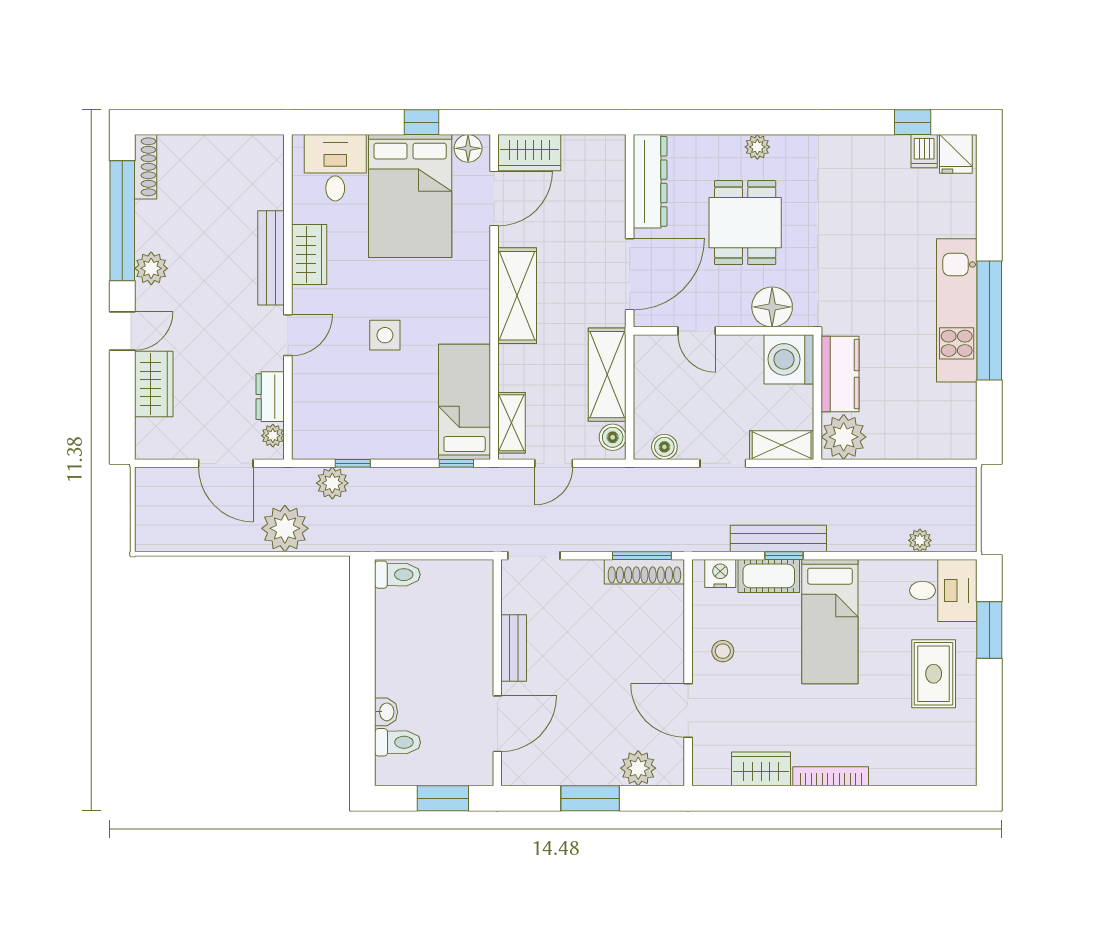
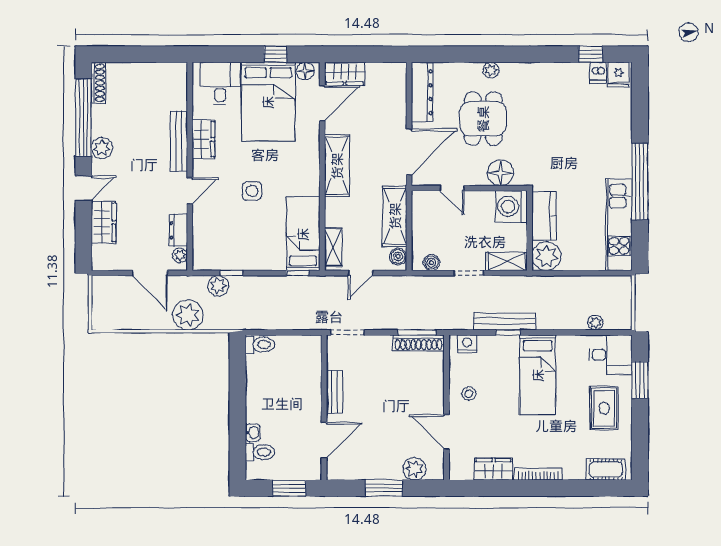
kitchen unit: (957, 310) -> (619, 225), moved
cot: (769, 576) -> (606, 469), moved

